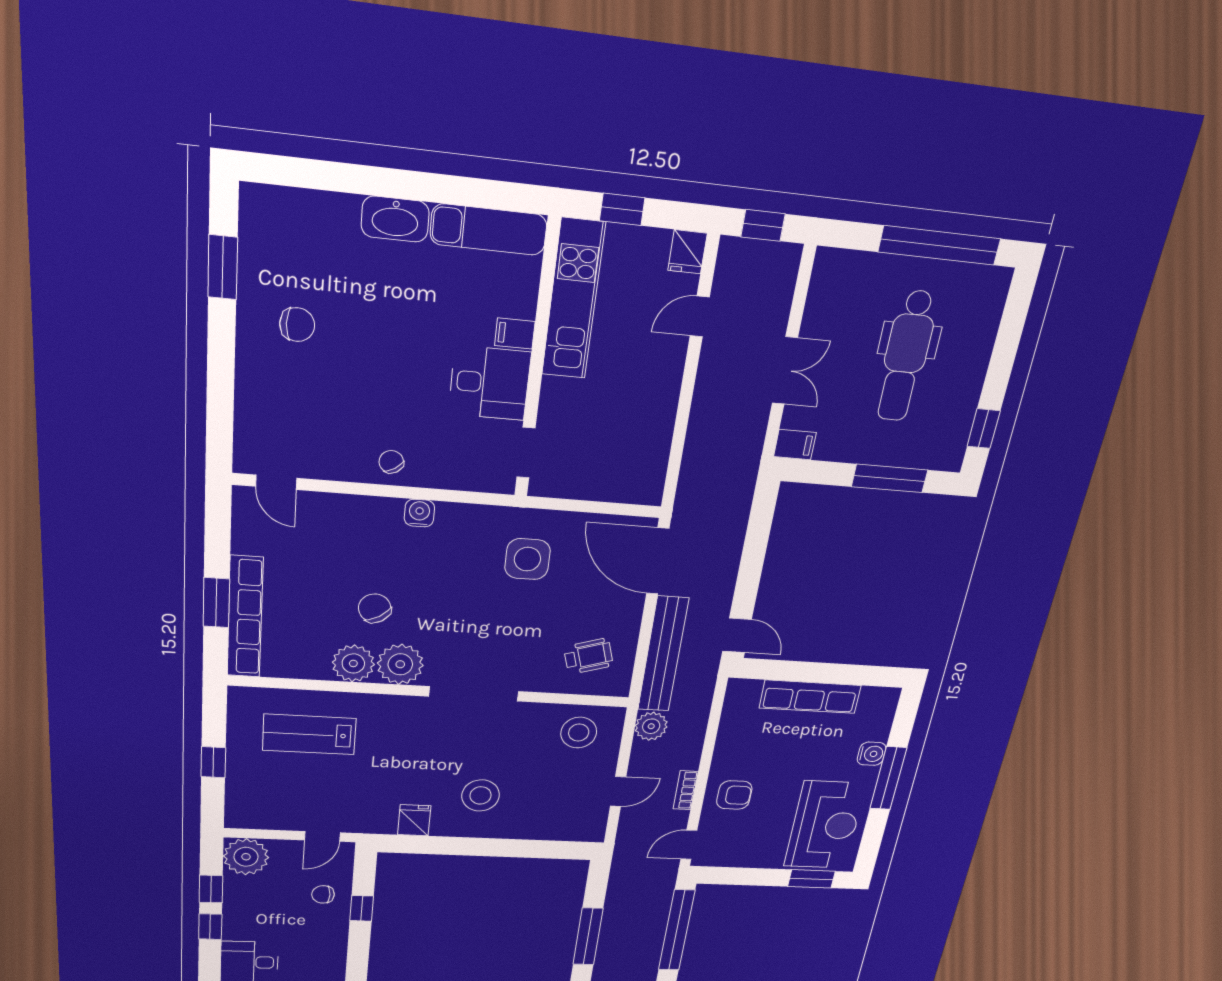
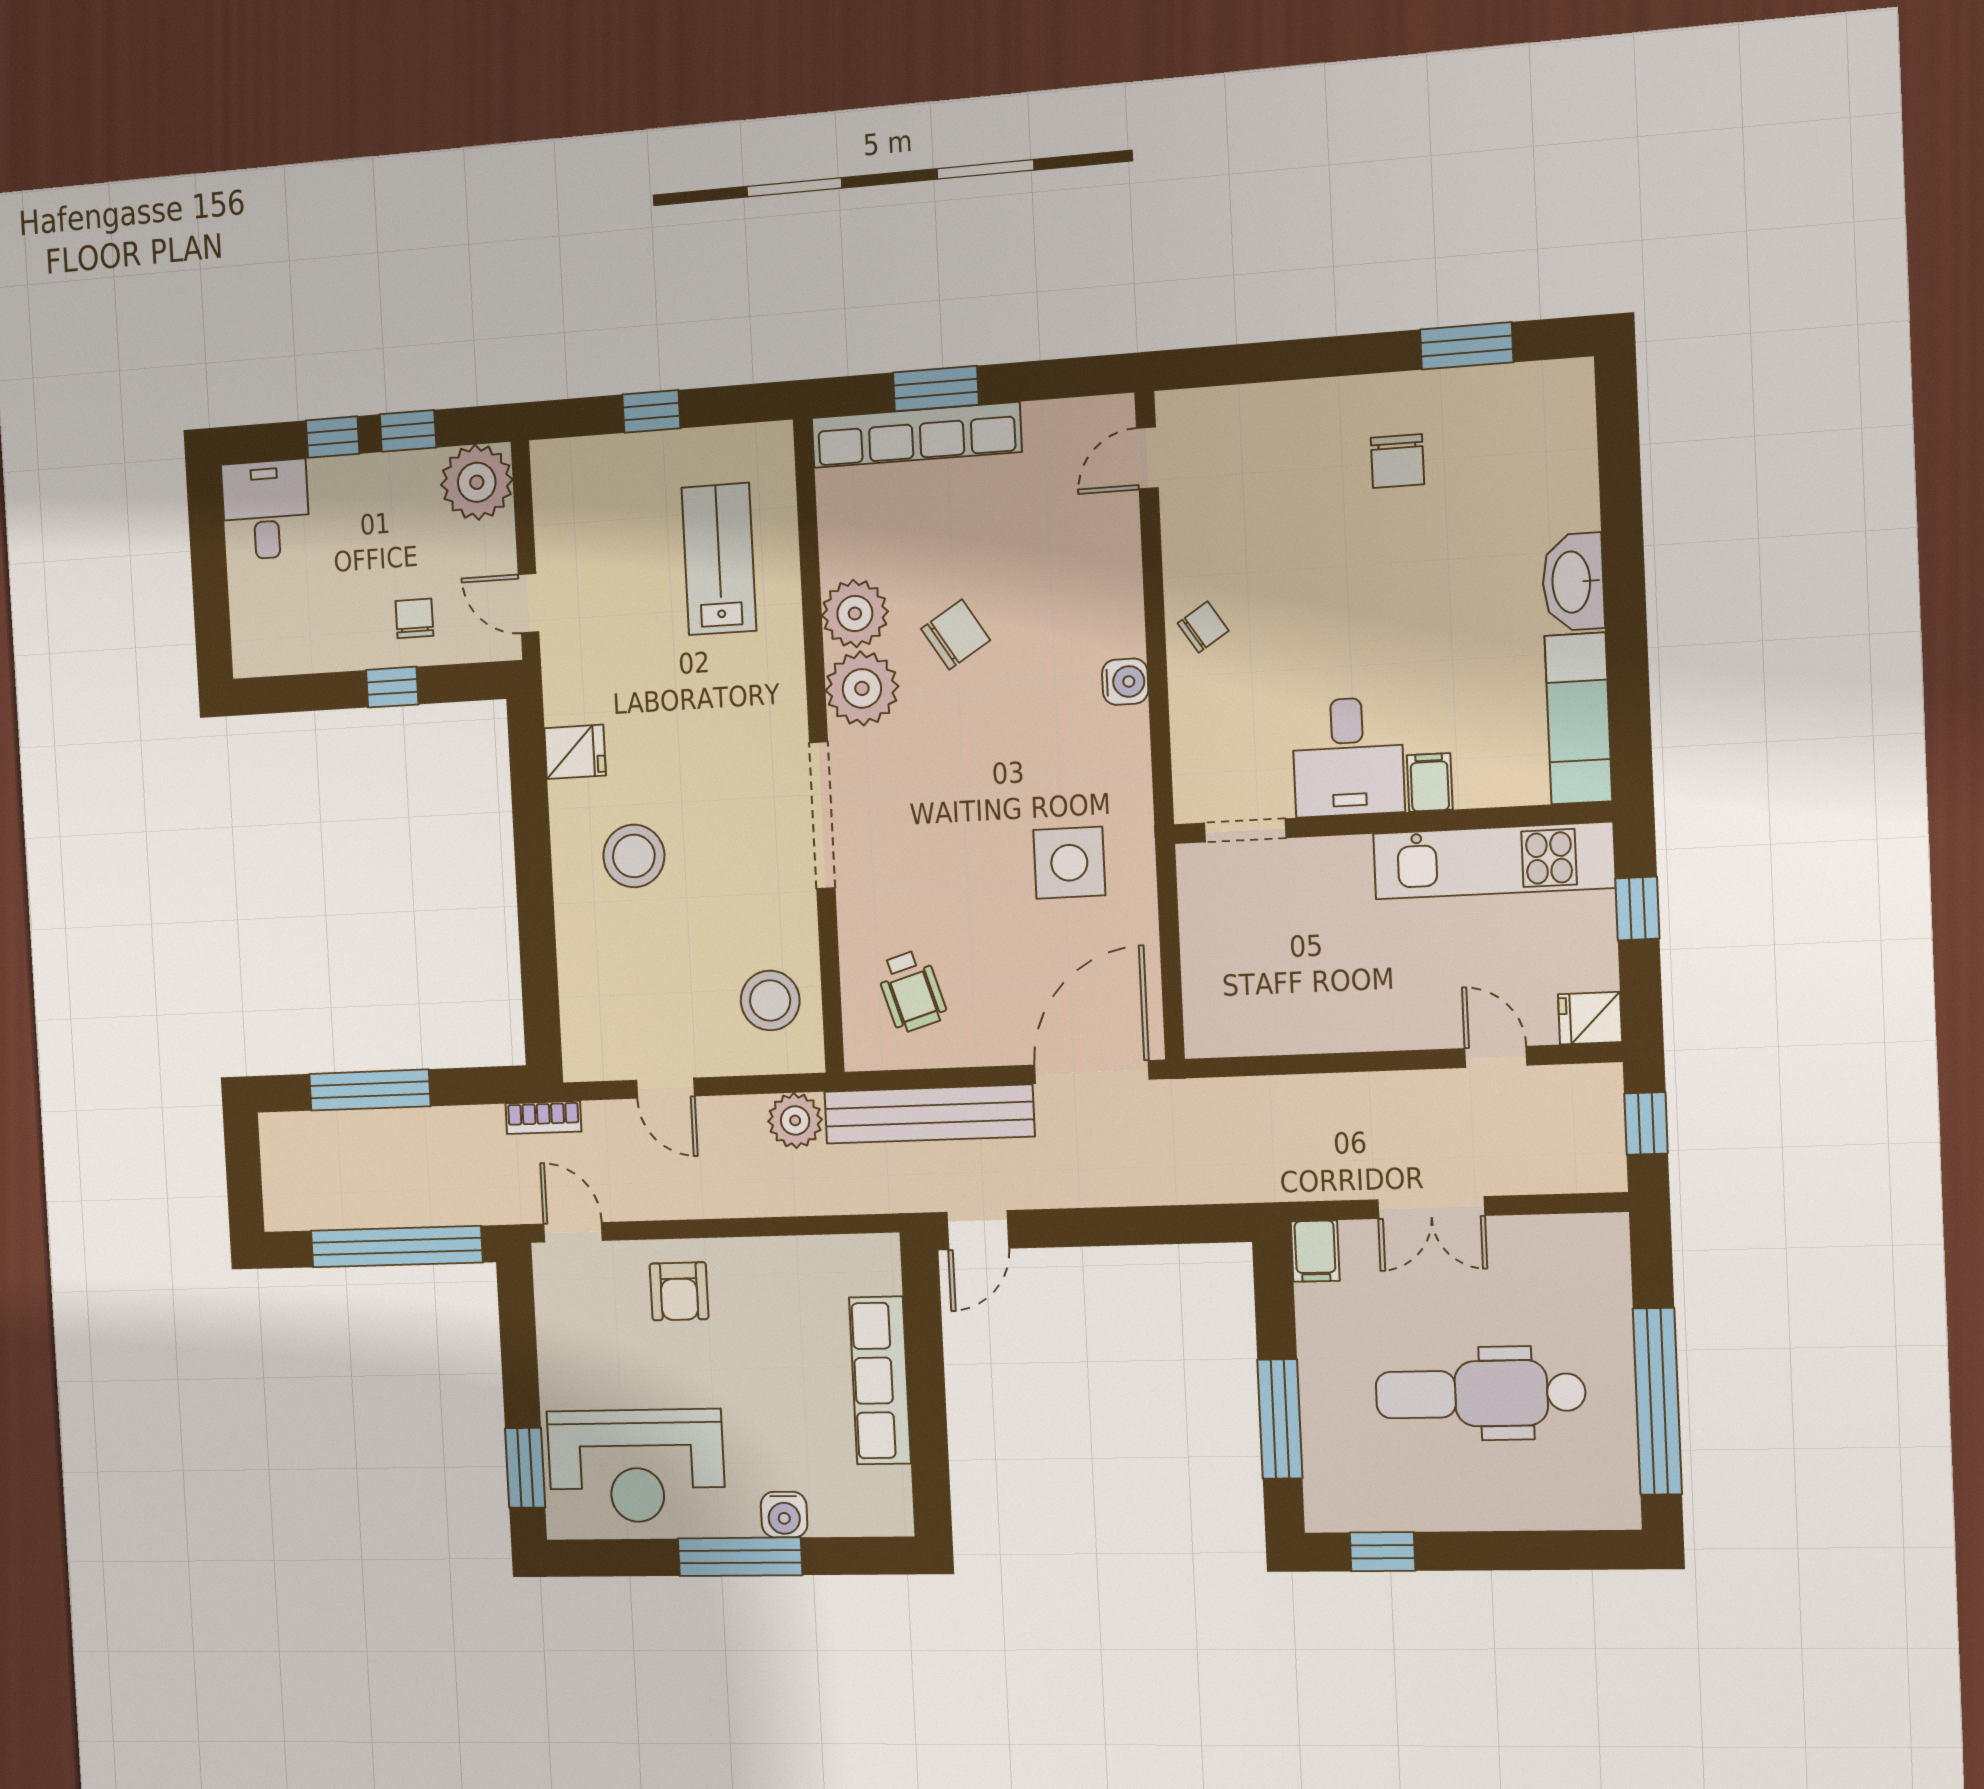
bookcase: (686, 790) -> (543, 1117), moved, turned 180

